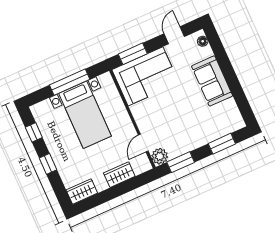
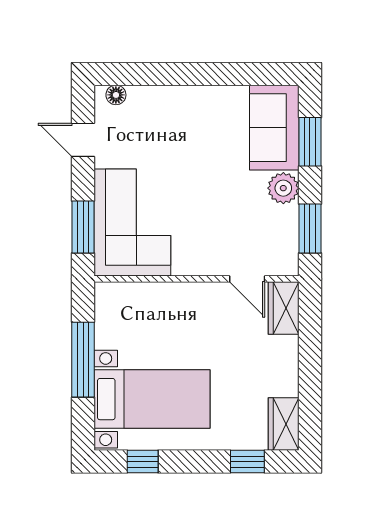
sofa: (212, 81) -> (274, 128), moved, turned 90
bed with nightstands: (85, 115) -> (152, 399), moved
plant: (160, 156) -> (283, 188), moved
window: (48, 164) -> (247, 462), moved
wardrobe: (119, 175) -> (284, 308), moved

